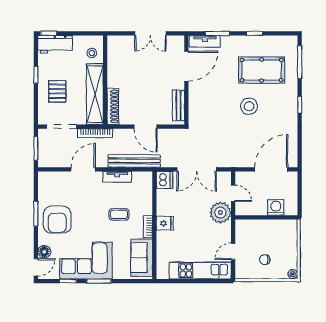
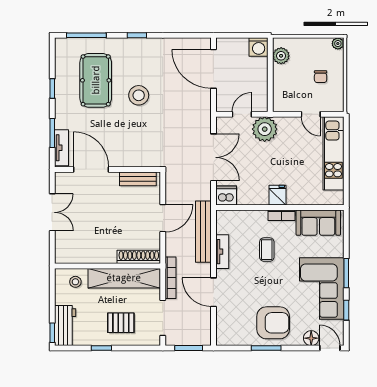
washing machine: (276, 207) -> (259, 47), moved, turned -90
plant: (282, 226) -> (281, 56), added

